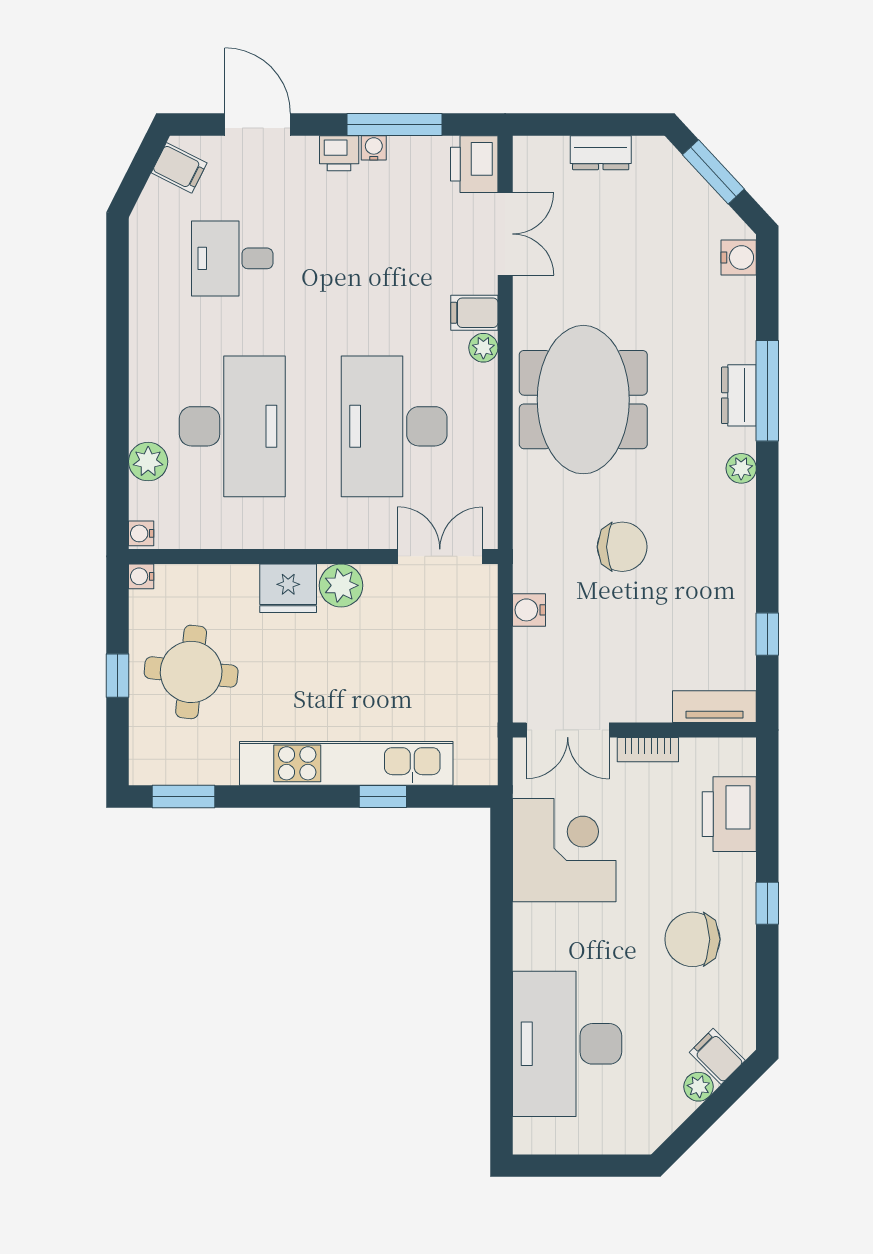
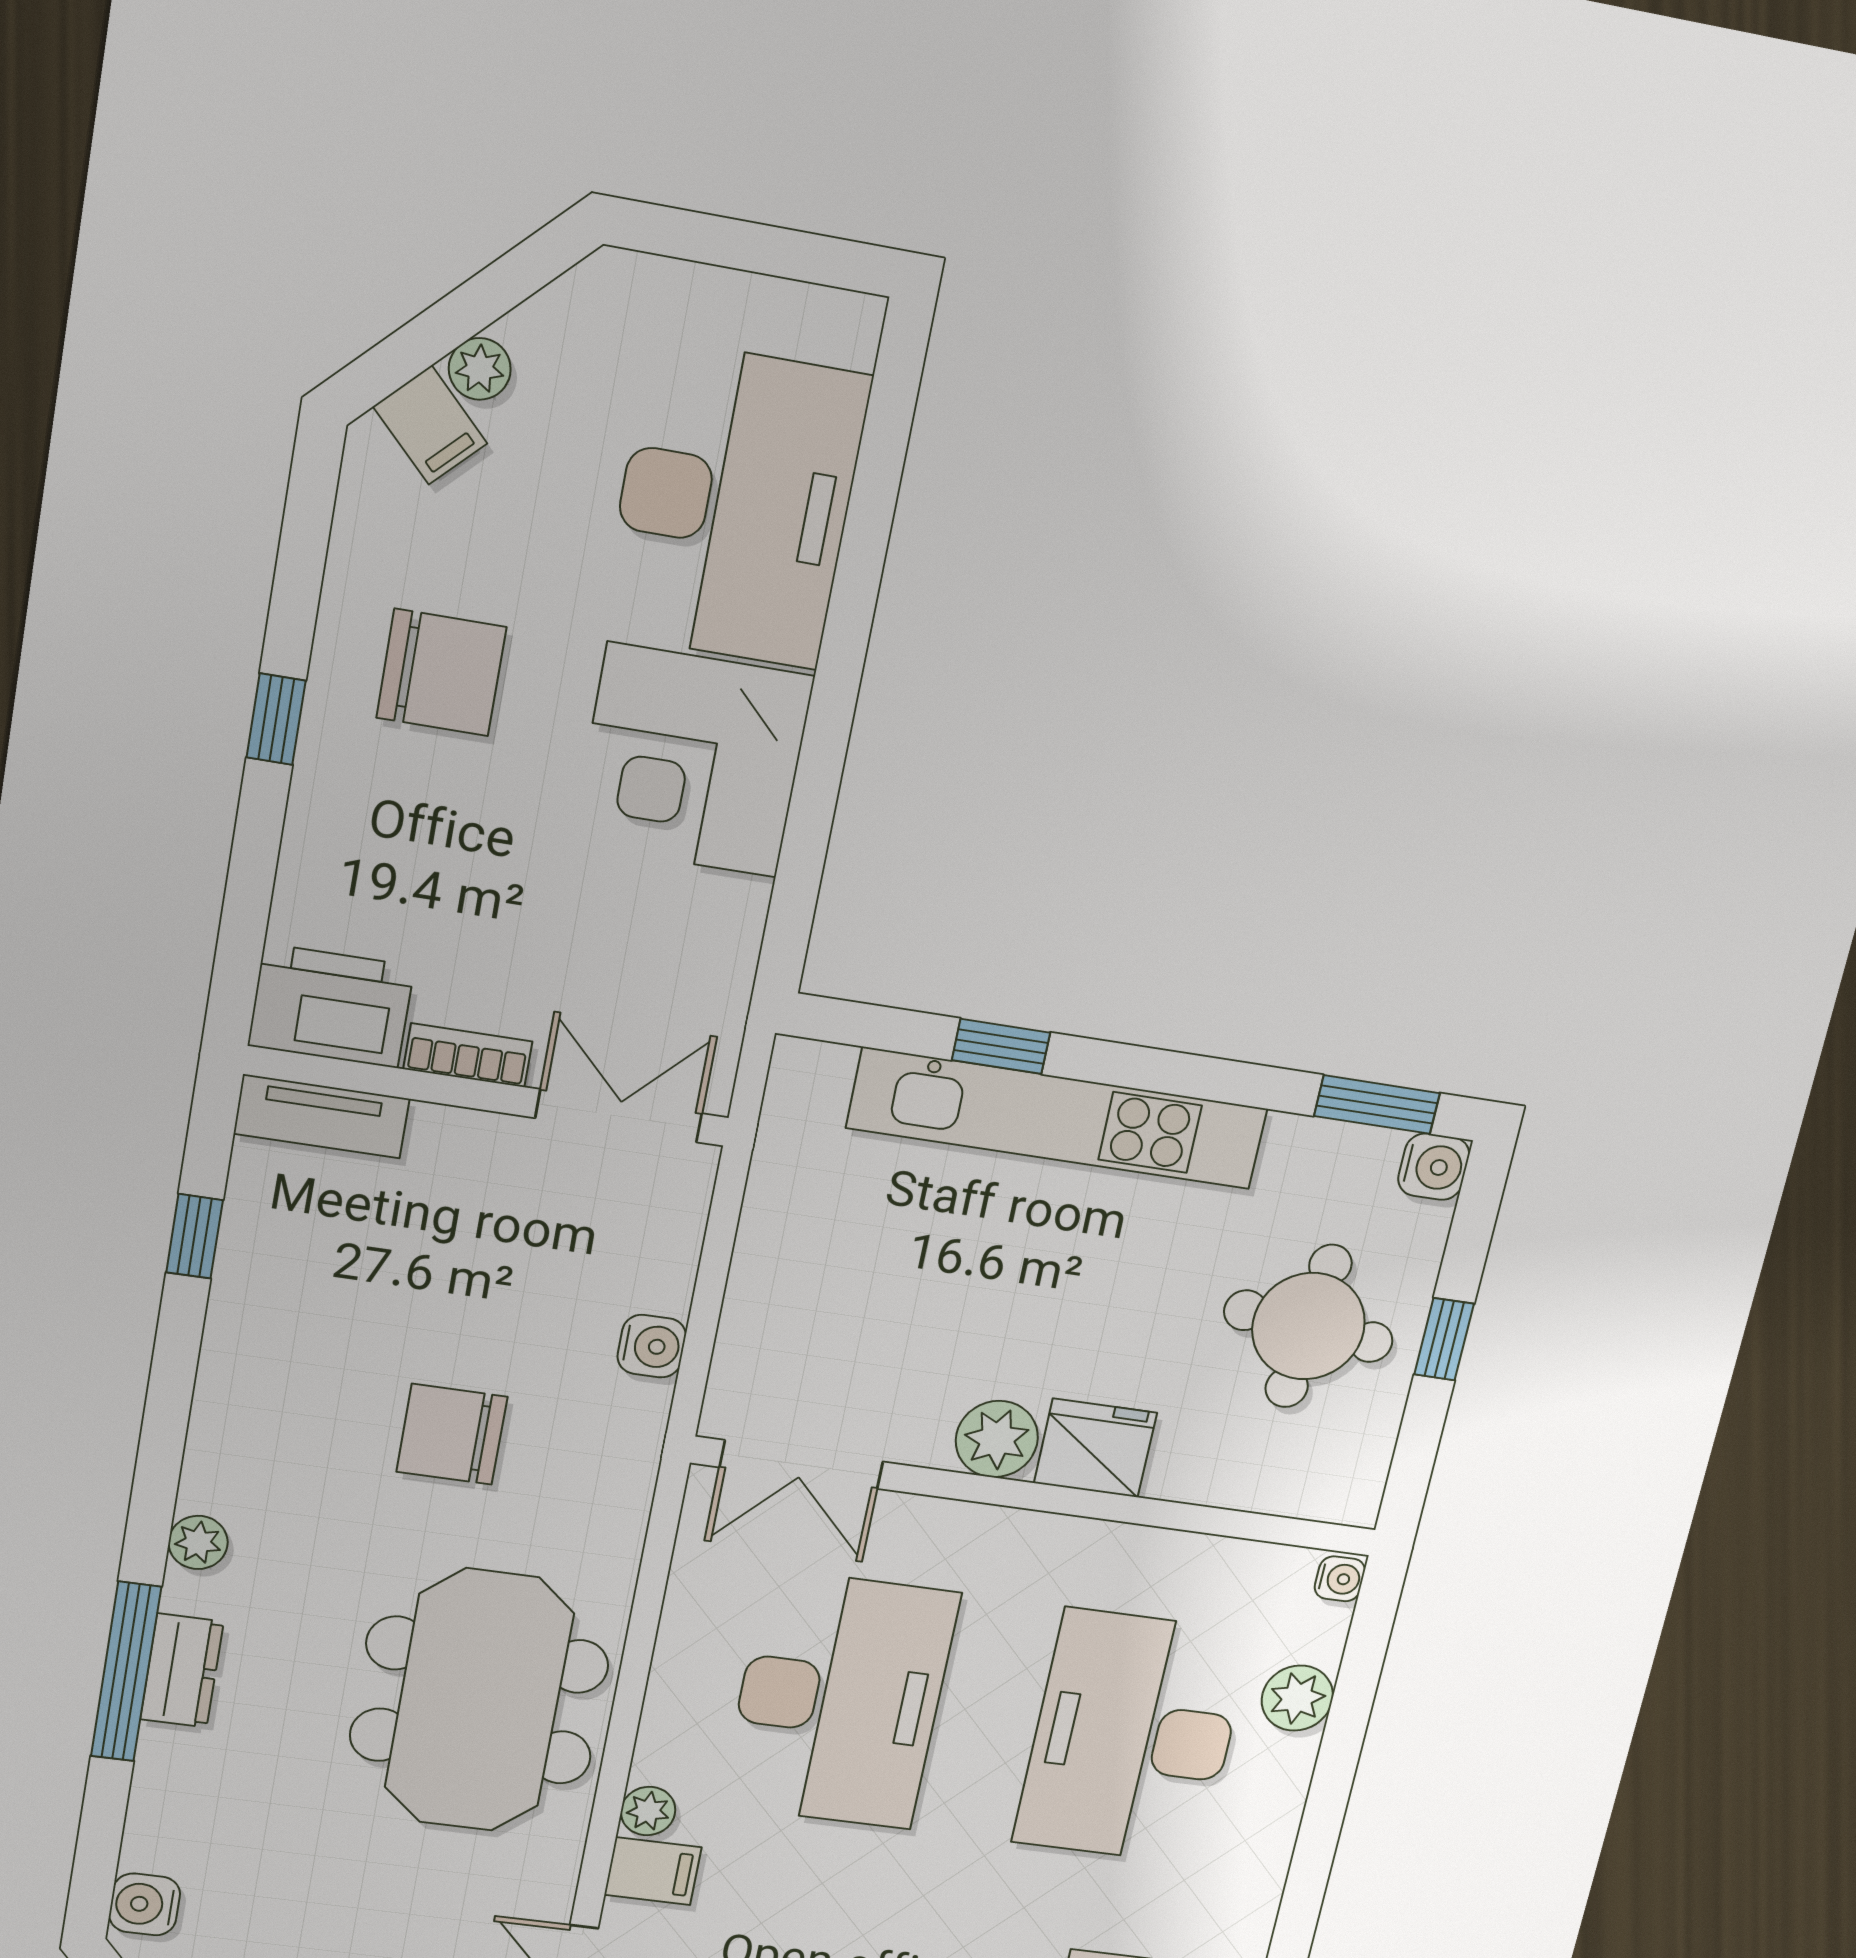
water cooler: (141, 576) -> (1434, 1167), moved, width x1.38, depth x1.38
printer: (729, 814) -> (331, 1006), moved, turned -90
corner desk: (564, 850) -> (693, 761), moved

